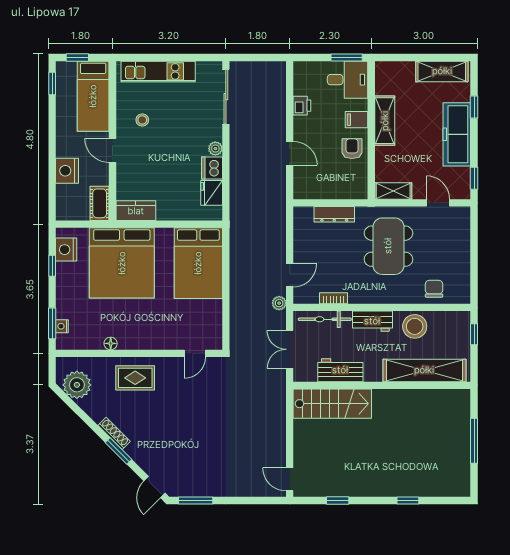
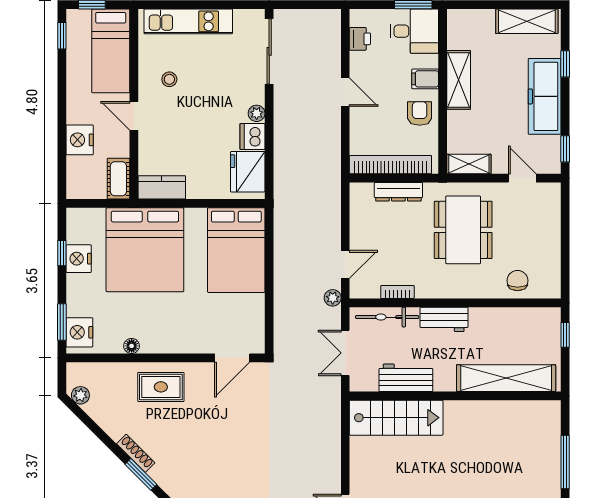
printer: (302, 106) -> (360, 39), moved
door: (290, 153) -> (345, 92), moved
bookcase: (328, 191) -> (390, 165), added
fridge: (212, 193) -> (248, 172), width x1.36, depth x1.34
nightstand: (66, 250) -> (79, 259), moved
nightstand: (62, 326) -> (79, 332), width x1.89, depth x1.79
stool: (415, 326) -> (494, 326), removed
door: (195, 353) -> (232, 358), width x1.38
plant: (77, 385) -> (80, 395), width x0.53, depth x0.53

